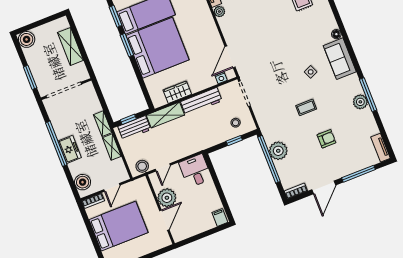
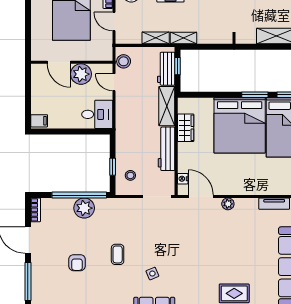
plant: (219, 12) -> (228, 204), moved

